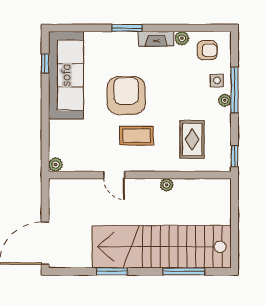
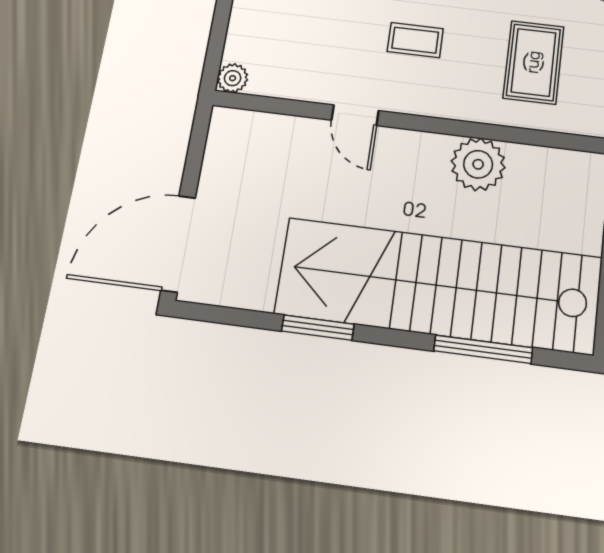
coffee table: (137, 136) -> (415, 40), width x0.73, depth x0.77
plant: (167, 185) -> (478, 164), width x1.88, depth x1.88

